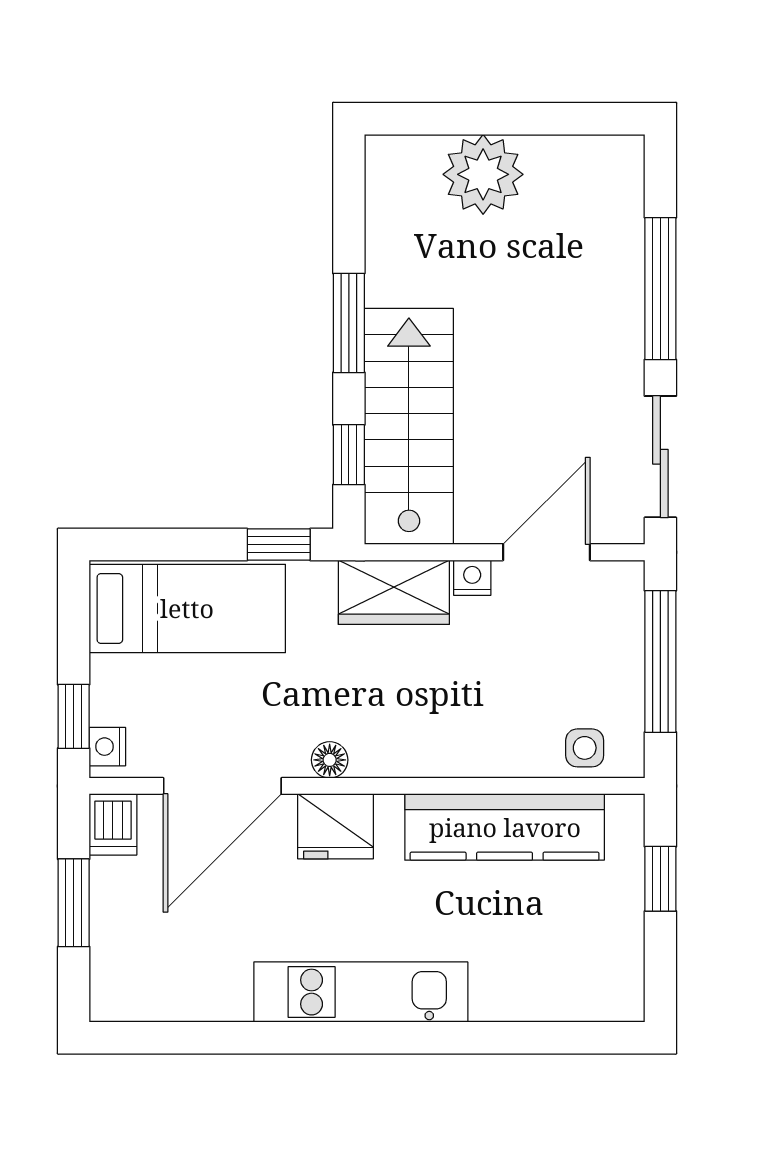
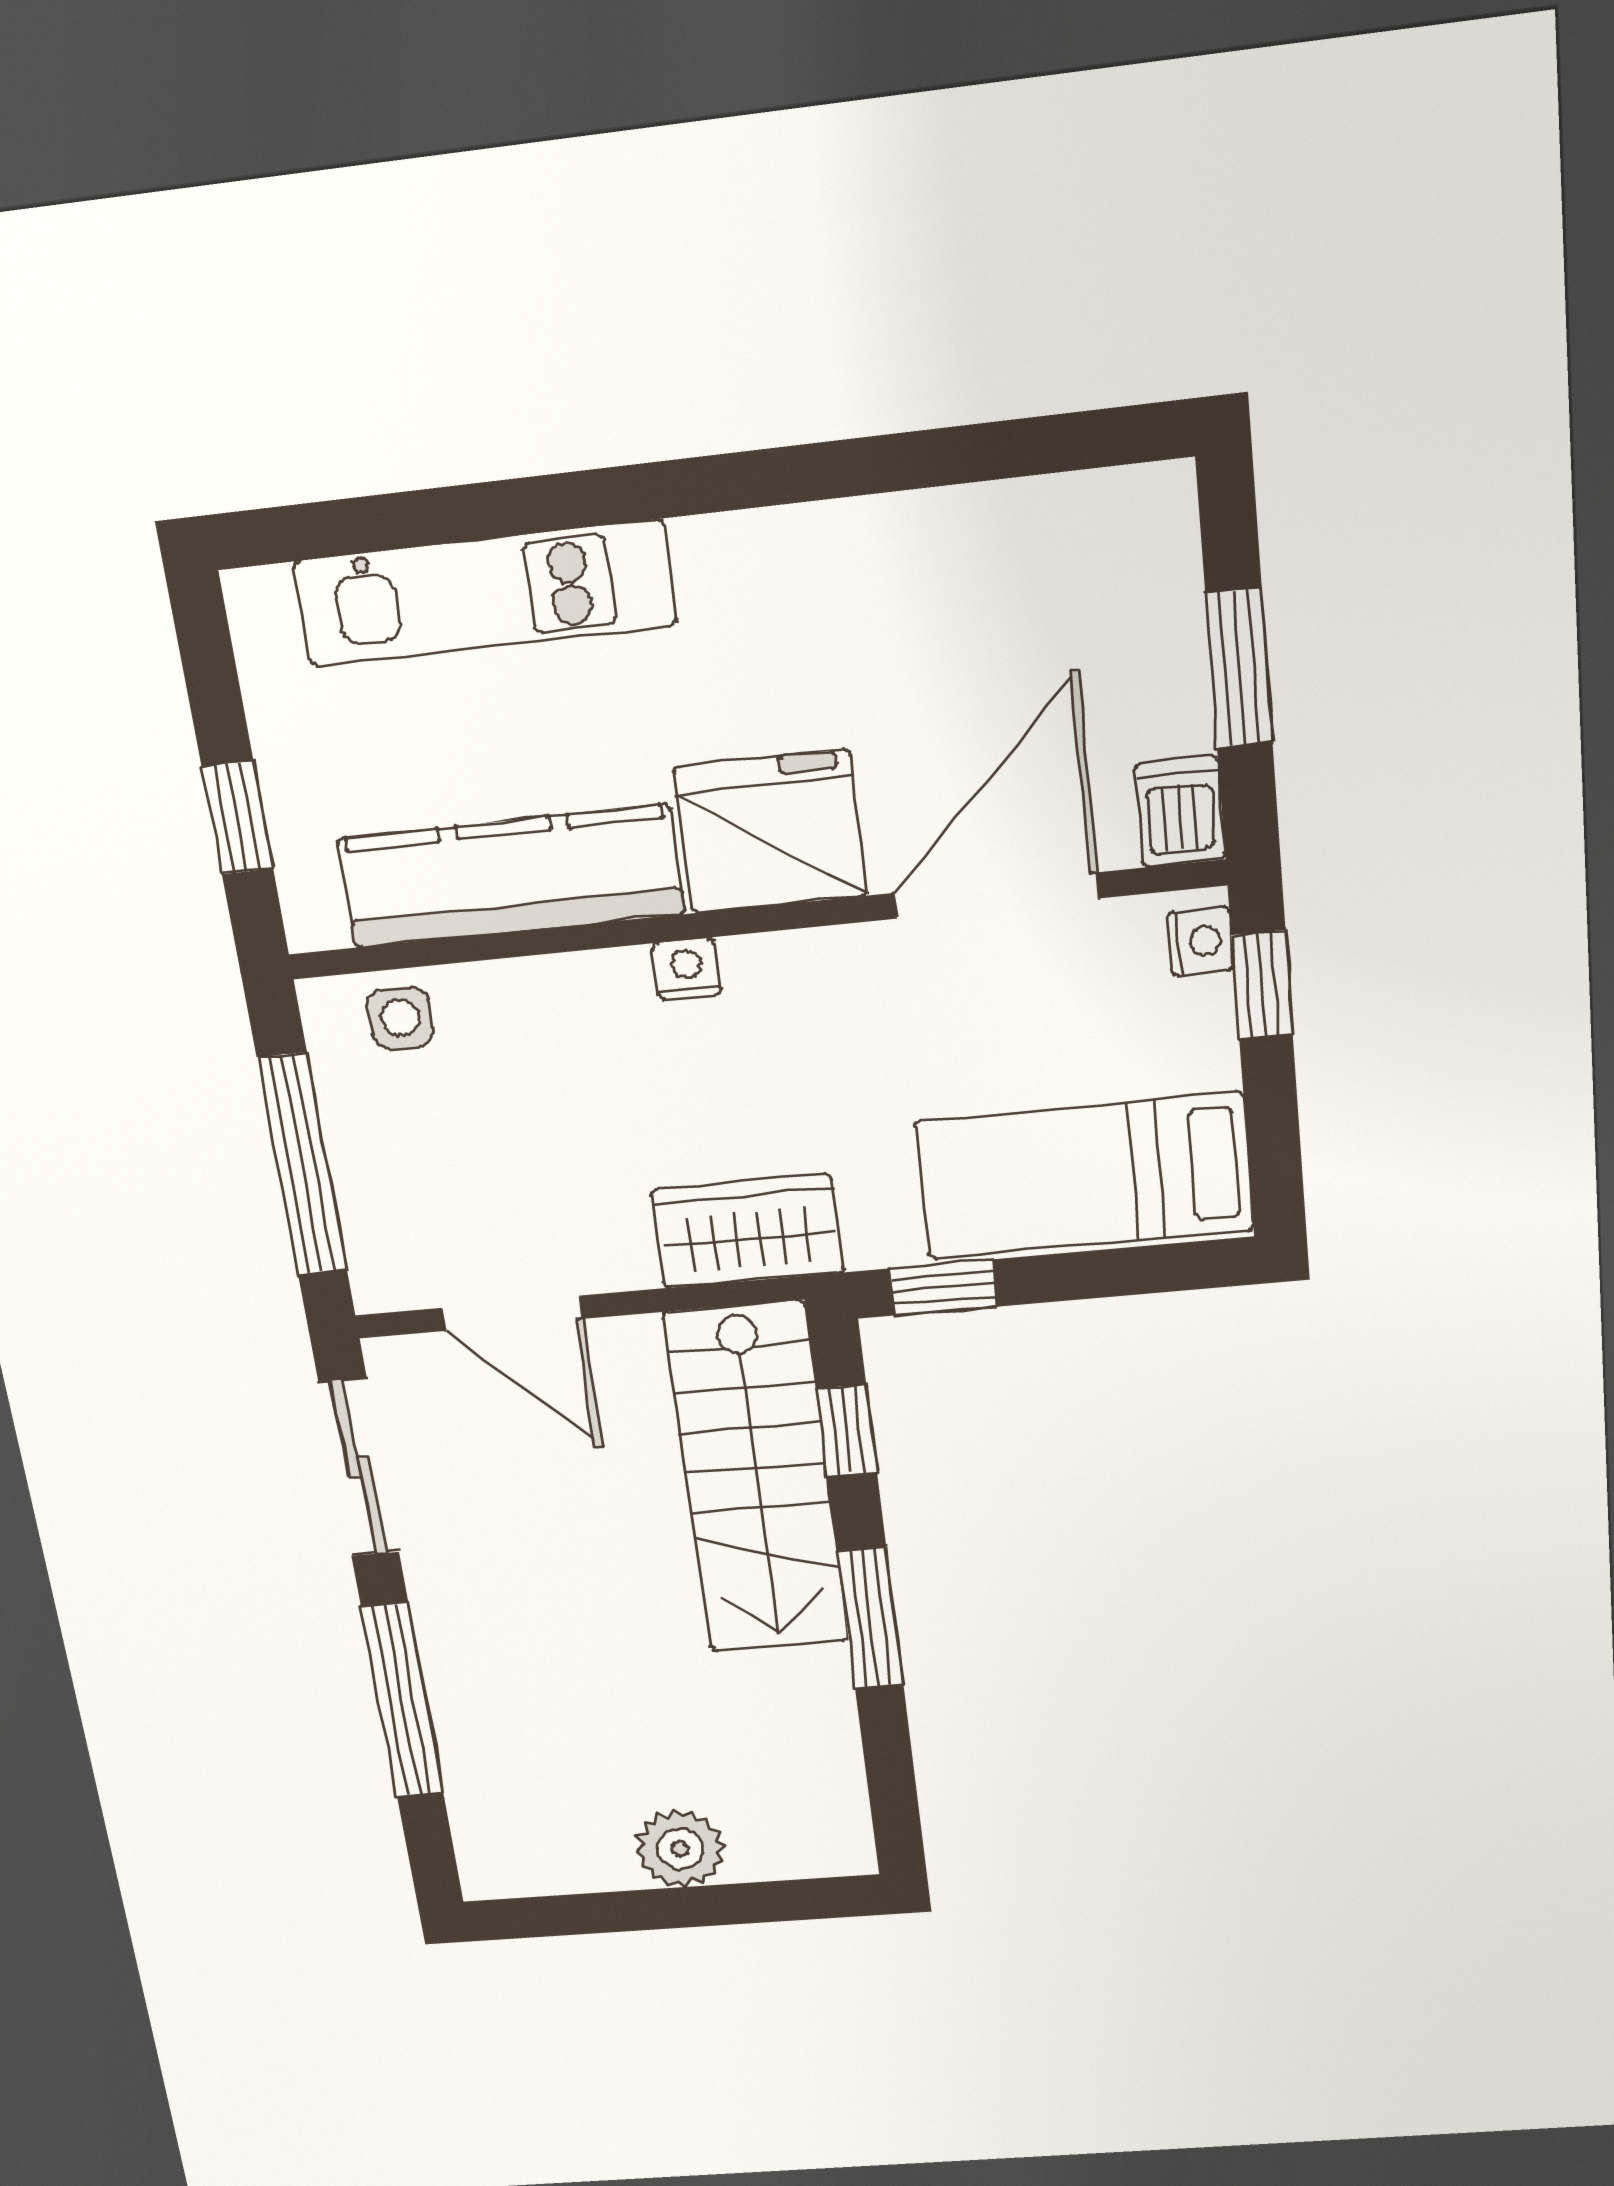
plant: (483, 174) -> (680, 1849), width x0.73, depth x0.73
door: (547, 552) -> (512, 1313), hinge flipped
nightstand: (472, 578) -> (687, 969), moved, turned 180
floor lamp: (330, 760) -> (819, 957), removed
fridge: (336, 826) -> (770, 832), width x1.36, depth x1.34
kitchen unit: (361, 992) -> (485, 593), moved

